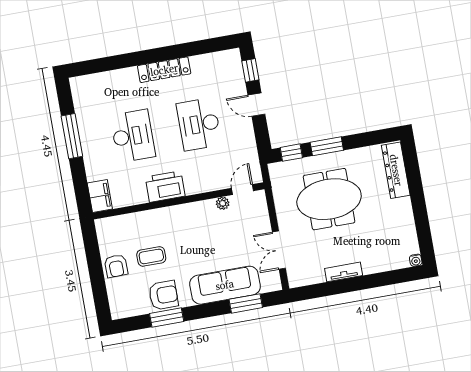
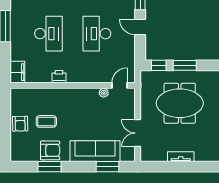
printer: (165, 187) -> (59, 77), width x0.53, depth x0.68

